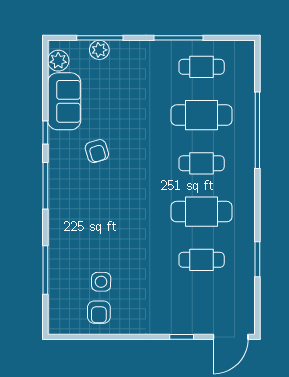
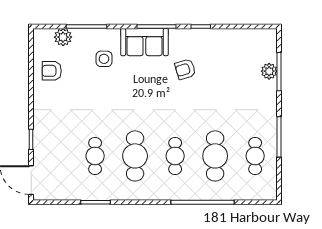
plant: (58, 61) -> (63, 37), moved
sofa: (64, 101) -> (144, 42), moved
side table: (101, 282) -> (104, 59), moved

